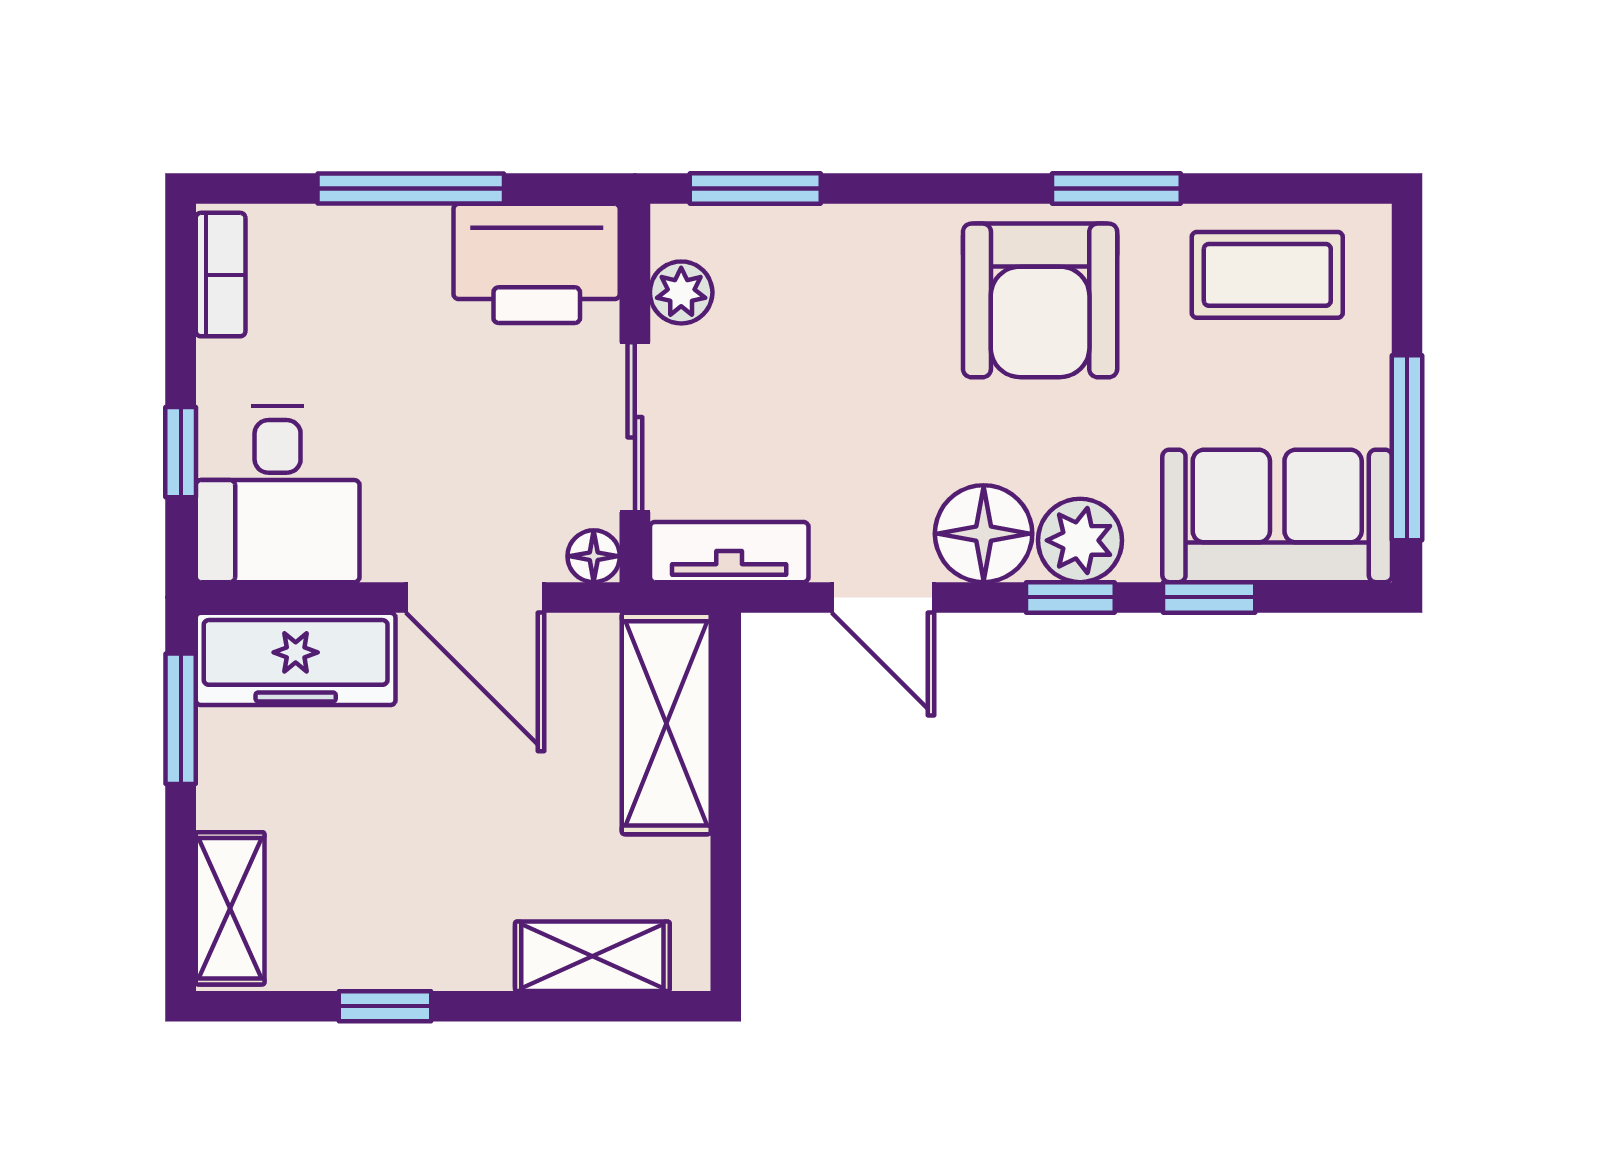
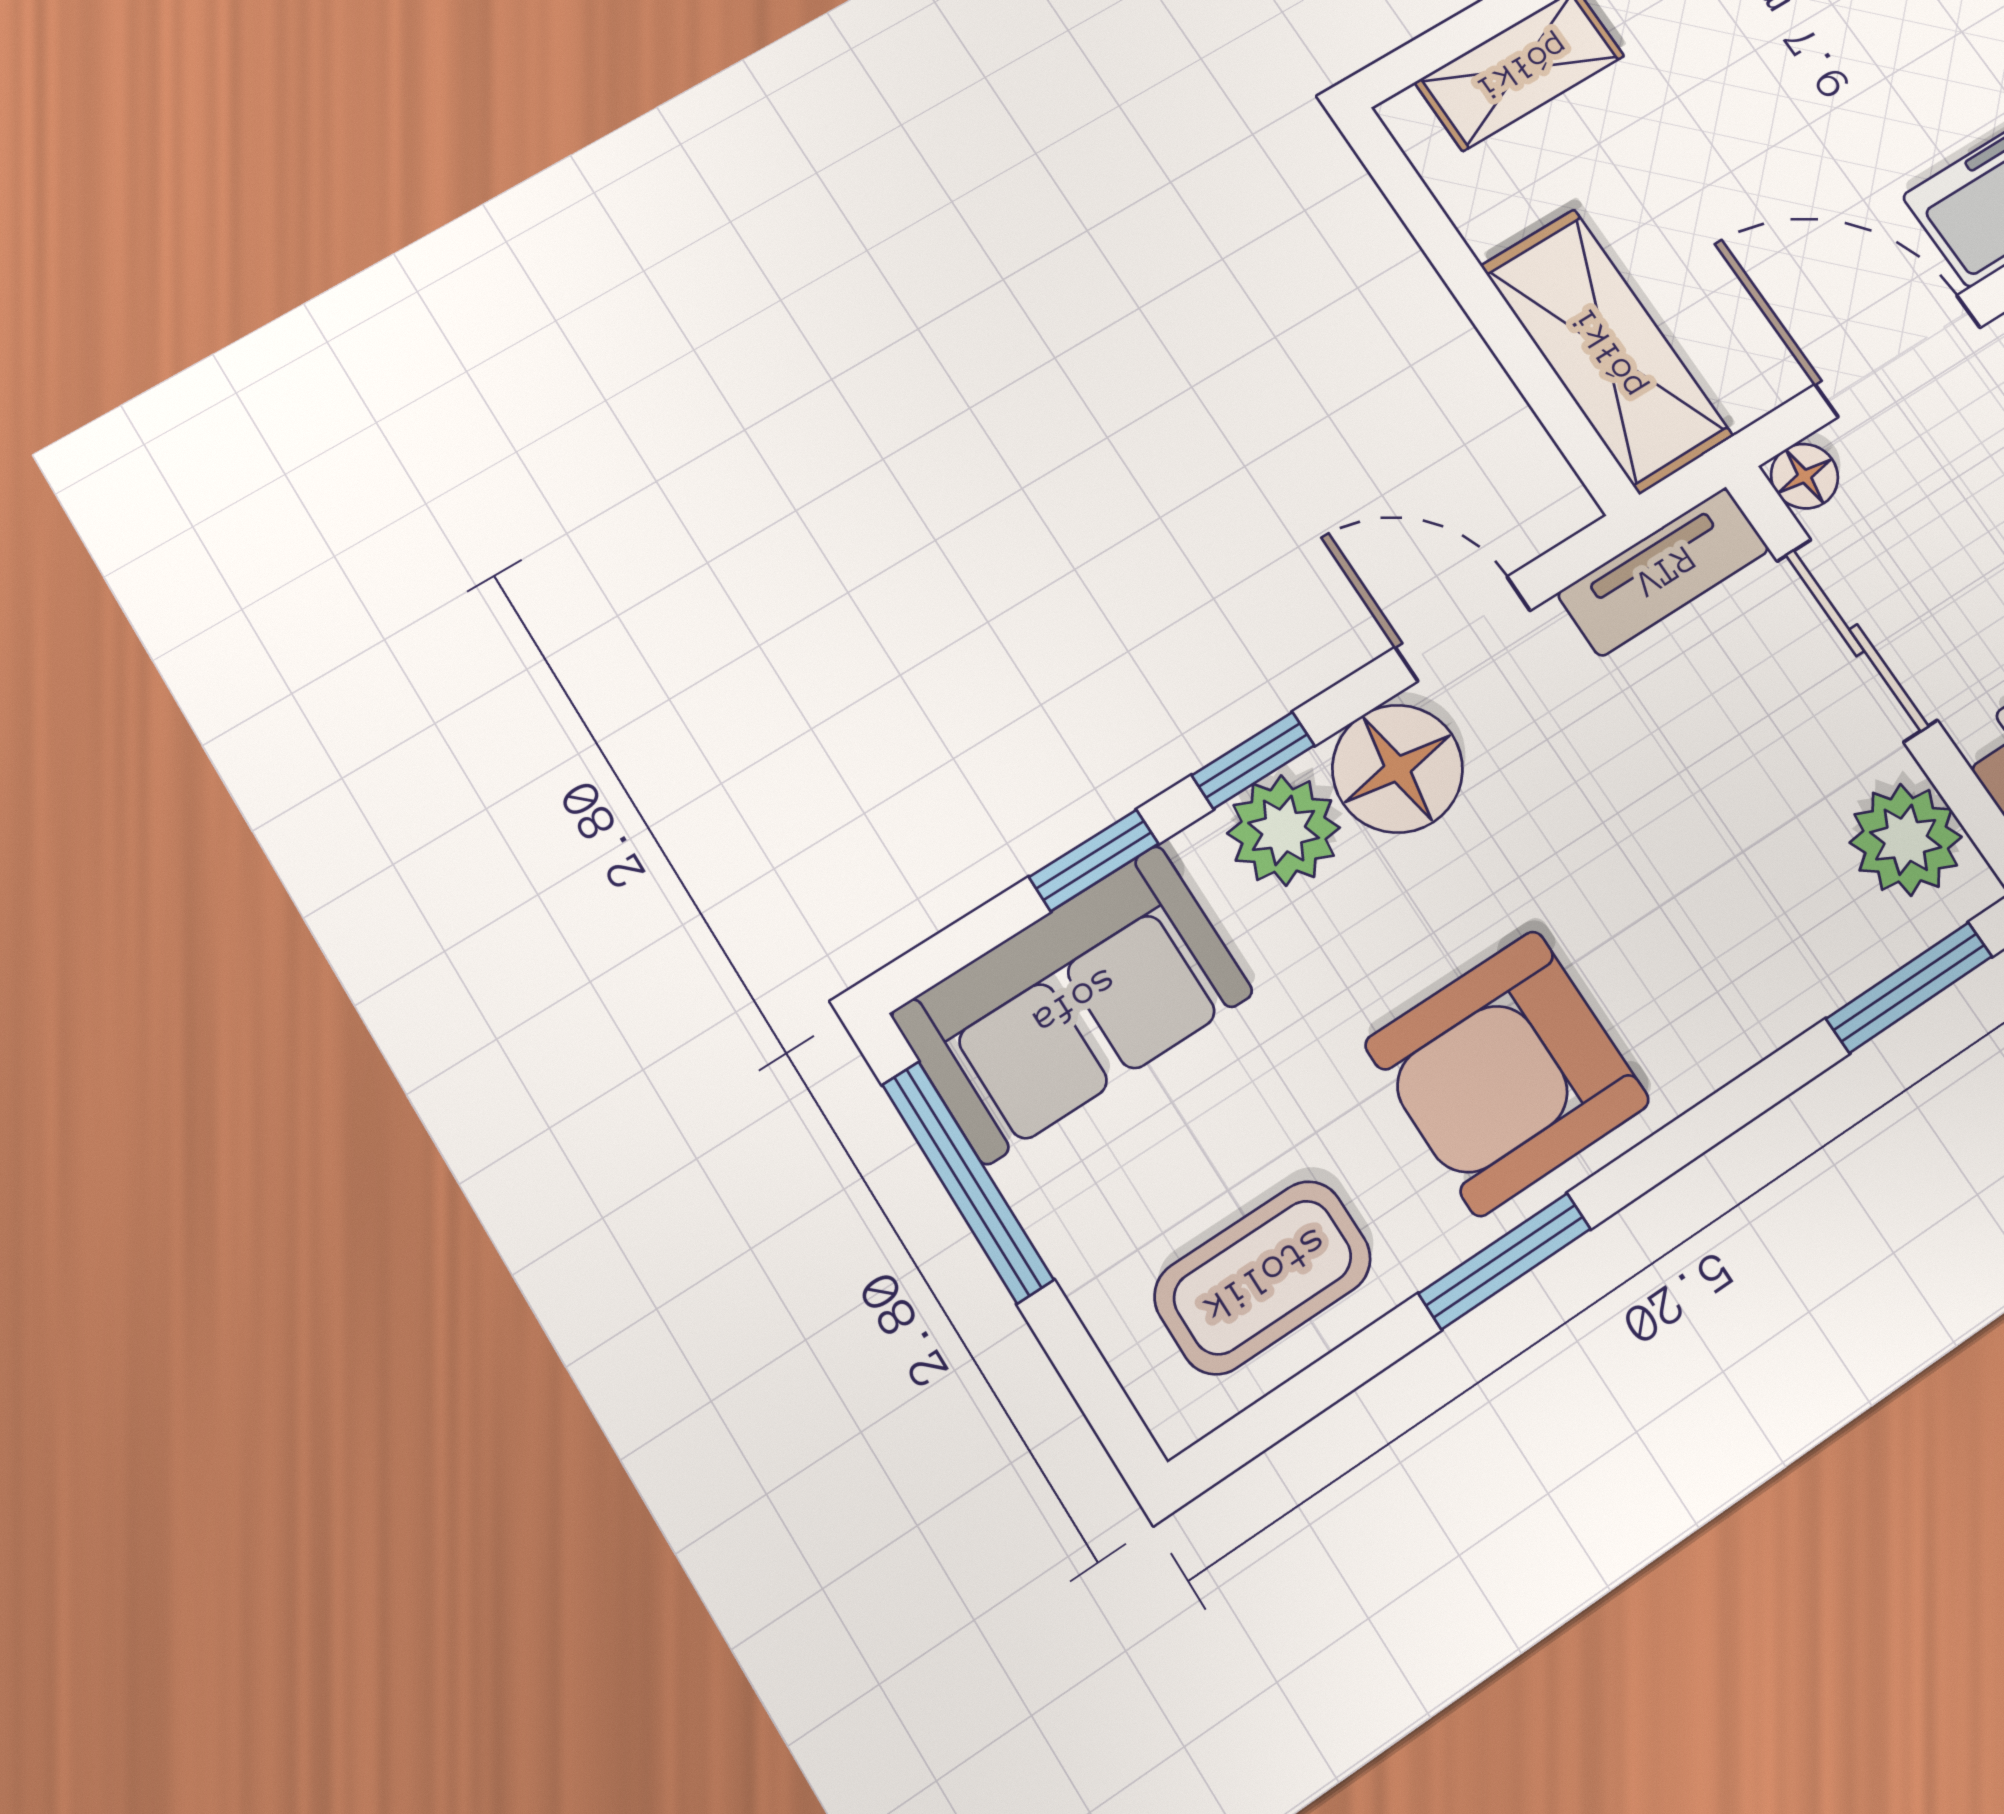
plant: (681, 292) -> (1906, 840), width x1.38, depth x1.38
armchair: (1040, 300) -> (1507, 1072), turned -90

